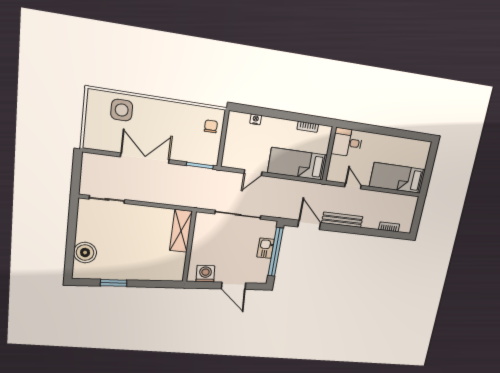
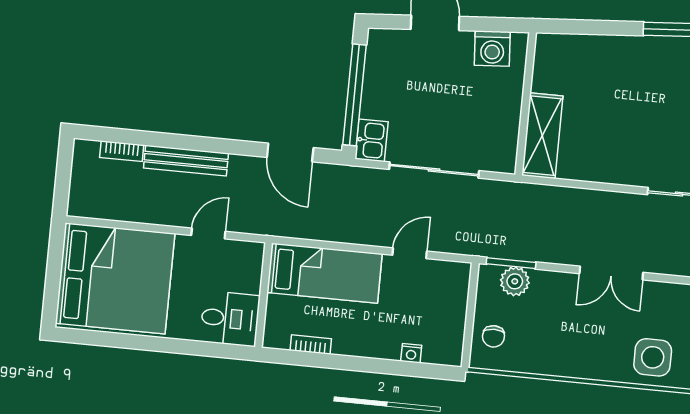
plant: (198, 156) -> (515, 281), added
double door: (145, 158) -> (611, 273), width x0.73
bed: (397, 178) -> (115, 278), width x2.04
door: (353, 186) -> (208, 233), swing flipped
bench: (342, 220) -> (186, 161), moved
kitchen sink: (266, 248) -> (371, 140), moved

